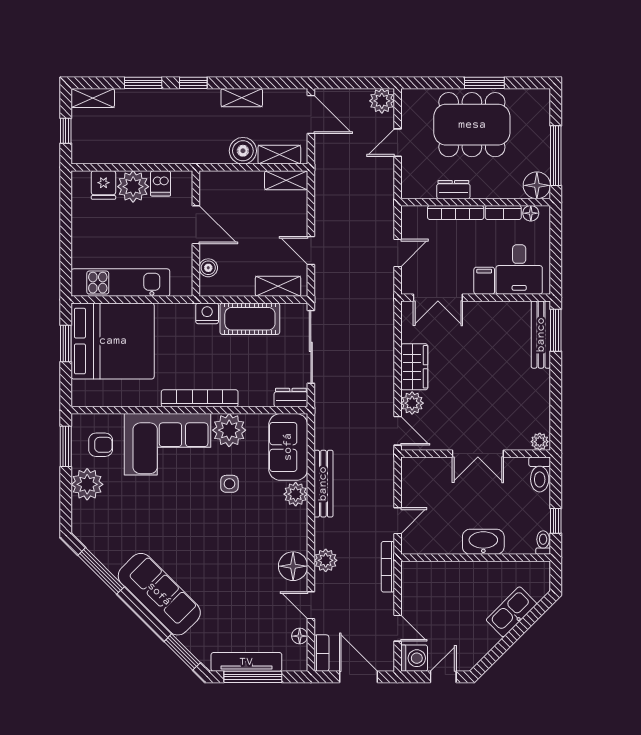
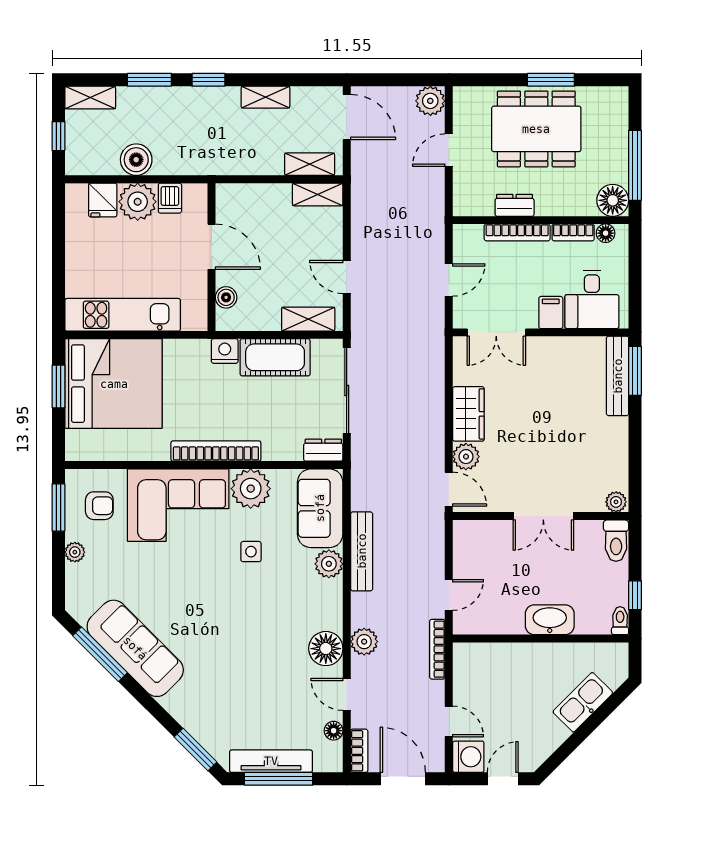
boiler: (243, 151) -> (136, 160), moved
plant: (87, 484) -> (75, 552), width x0.53, depth x0.53
sofa: (159, 594) -> (135, 648), moved

